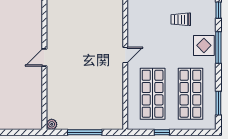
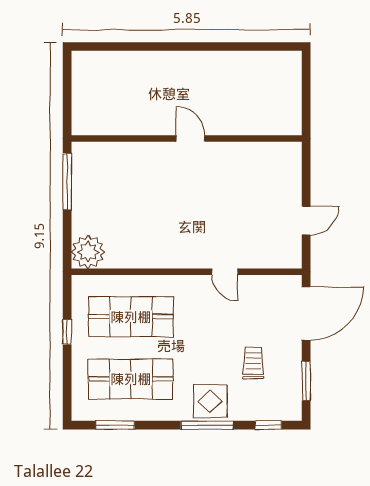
door: (125, 55) -> (225, 272), moved
plant: (52, 124) -> (88, 252), moved, width x1.87, depth x1.87
window: (85, 132) -> (67, 182), moved

